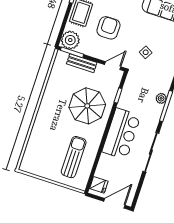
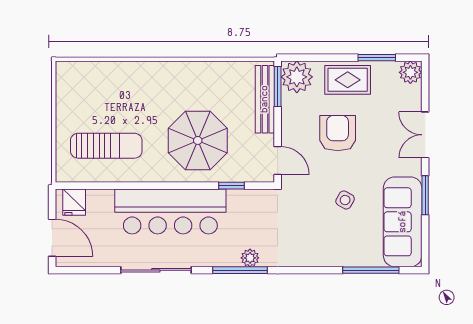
armchair: (108, 28) -> (338, 133), turned -90
side table: (146, 52) -> (345, 200), moved
bench: (82, 63) -> (265, 99), width x1.36
bar counter: (121, 134) -> (170, 211), width x1.36

